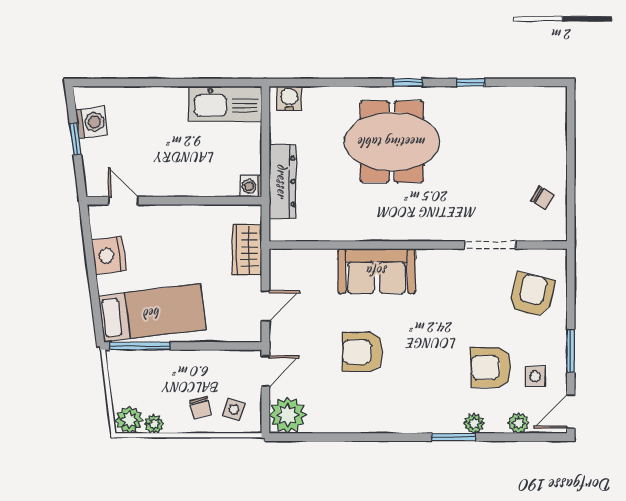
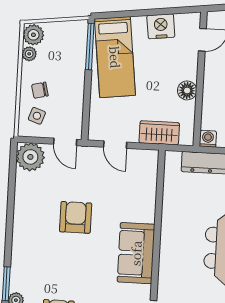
floor lamp: (190, 217) -> (187, 90), added
sofa: (377, 271) -> (136, 253), moved

